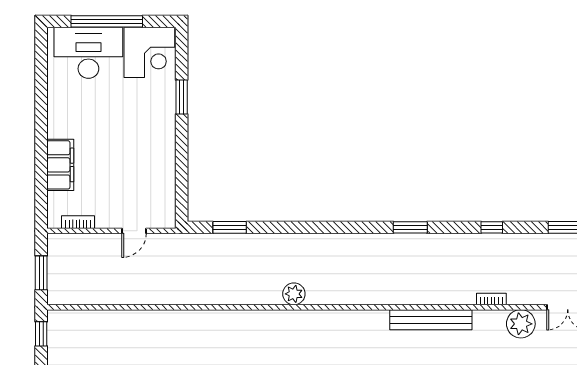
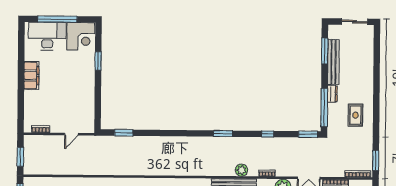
filing cabinet: (60, 165) -> (31, 75), moved
plant: (294, 294) -> (241, 170), moved

